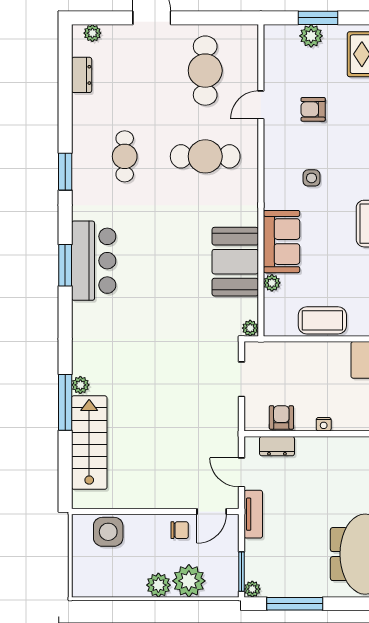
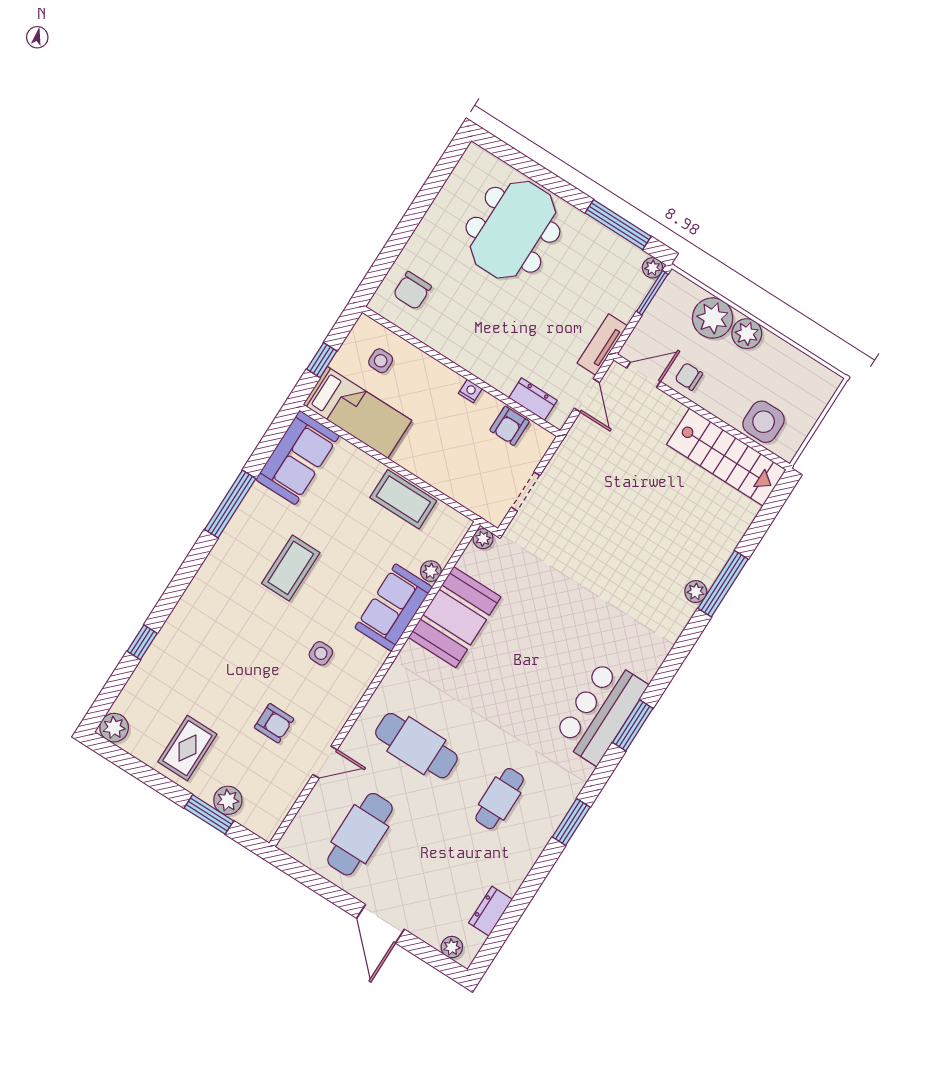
stairs: (89, 443) -> (726, 457), moved, turned -90

